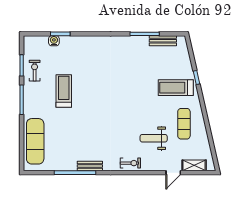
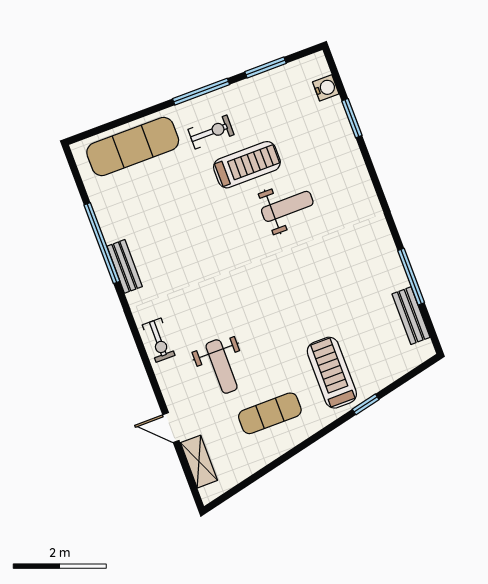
water cooler: (54, 41) -> (326, 88), moved
exercise bike: (35, 71) -> (211, 132), moved
weight bench: (90, 79) -> (287, 206), added
weight bench: (154, 138) -> (221, 367), turned 180

